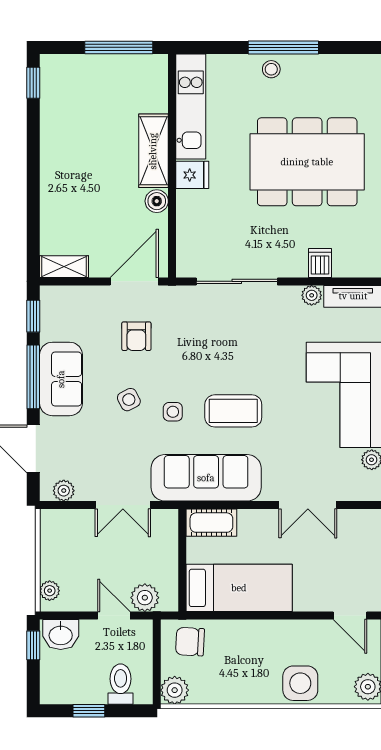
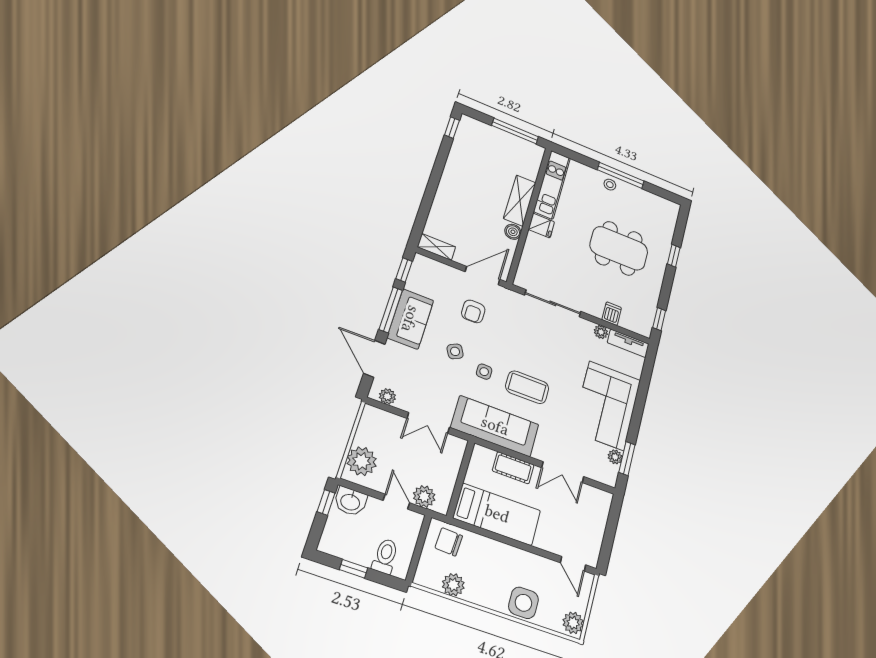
dining table: (307, 162) -> (619, 248), width x0.73, depth x0.80
cot: (211, 523) -> (513, 468), moved
plant: (50, 591) -> (362, 461), width x1.88, depth x1.88
plant: (175, 690) -> (453, 585), moved

